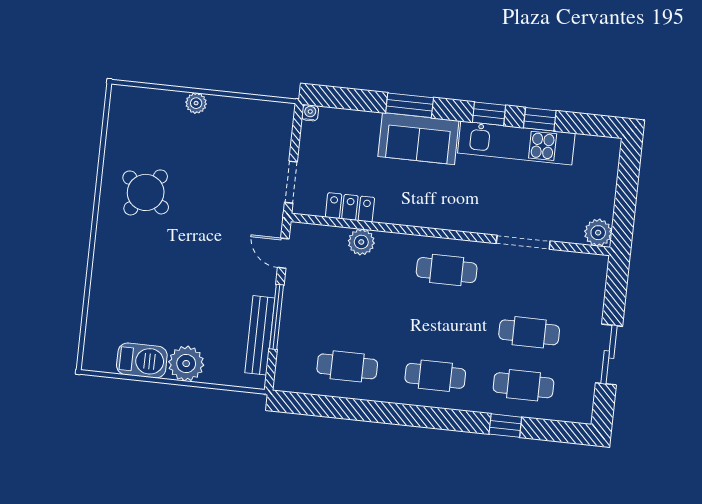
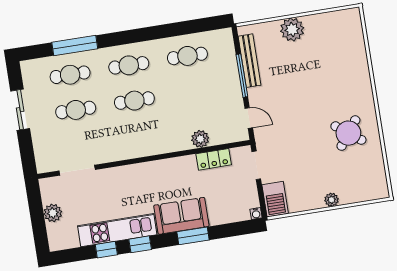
plant: (598, 233) -> (53, 213), moved
doorway: (523, 242) -> (77, 170), moved
cafe table: (447, 270) -> (134, 101), moved
barbecue: (142, 361) -> (275, 199), moved, turned -90
window: (505, 426) -> (75, 45), width x2.17

